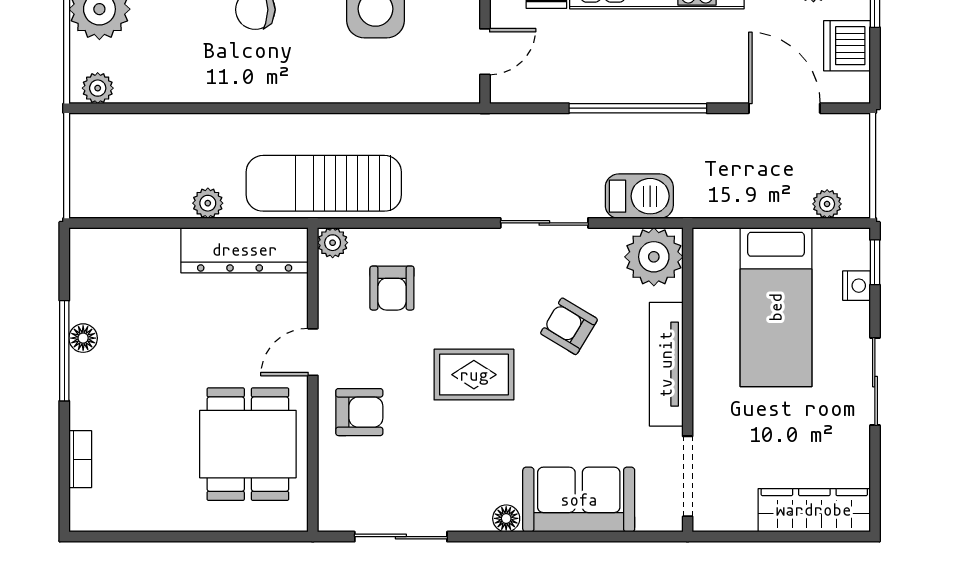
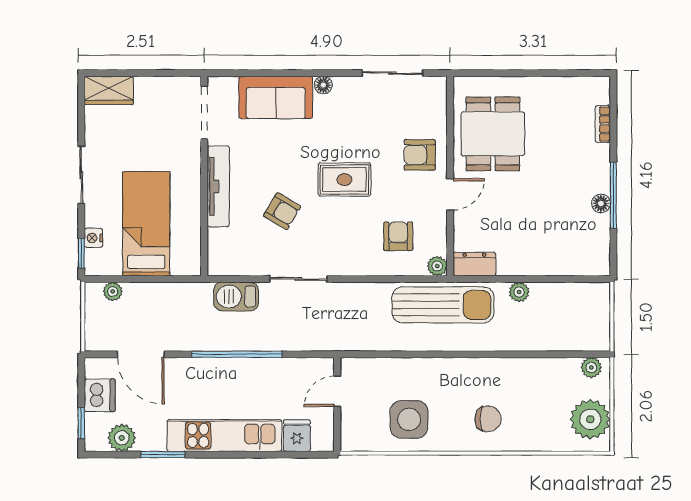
dresser: (245, 250) -> (474, 264), width x0.51, depth x0.80
plant: (654, 257) -> (226, 257), removed
wardrobe: (814, 510) -> (109, 90), width x0.67

